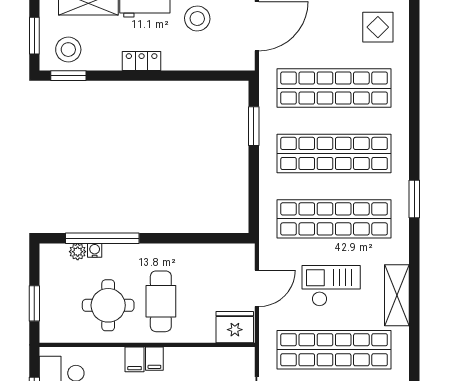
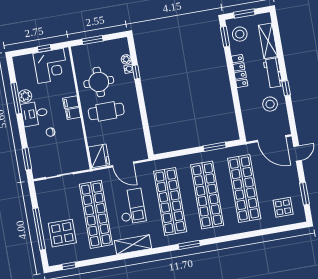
locker: (142, 61) -> (240, 71), width x1.53
window: (102, 238) -> (136, 72), width x0.32

